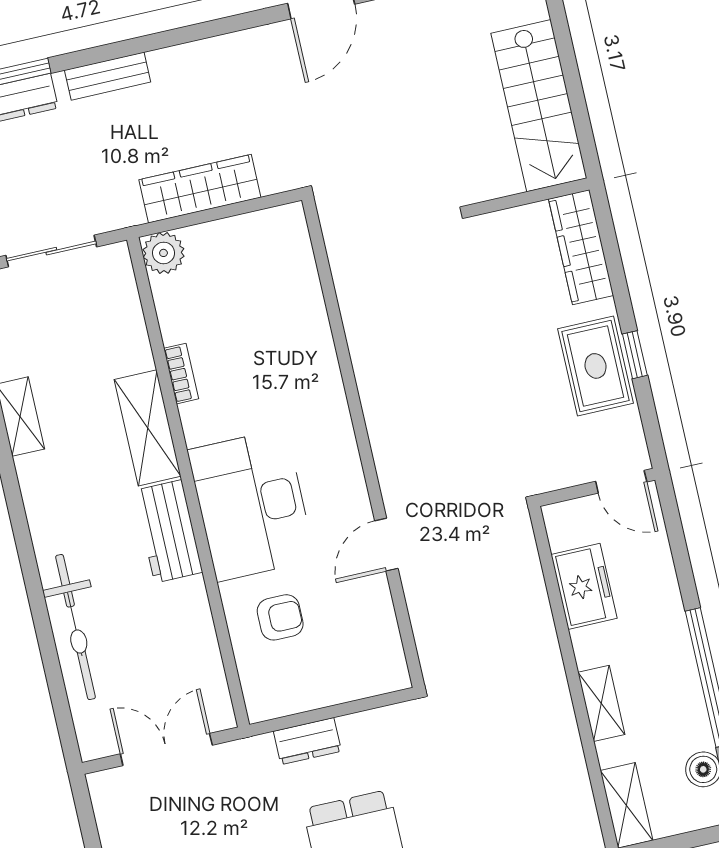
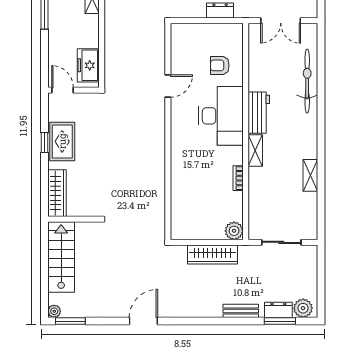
shelving: (148, 428) -> (255, 150), width x0.67, depth x0.75
freezer: (584, 586) -> (88, 65), moved

